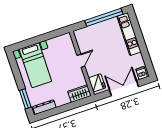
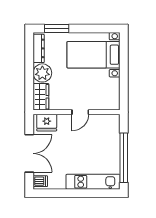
door: (81, 61) -> (80, 112), hinge flipped
plant: (62, 98) -> (42, 73), added

